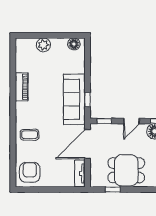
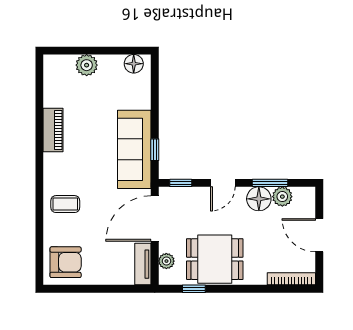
armchair: (30, 172) -> (66, 262), turned 90
plant: (95, 172) -> (166, 261), added

